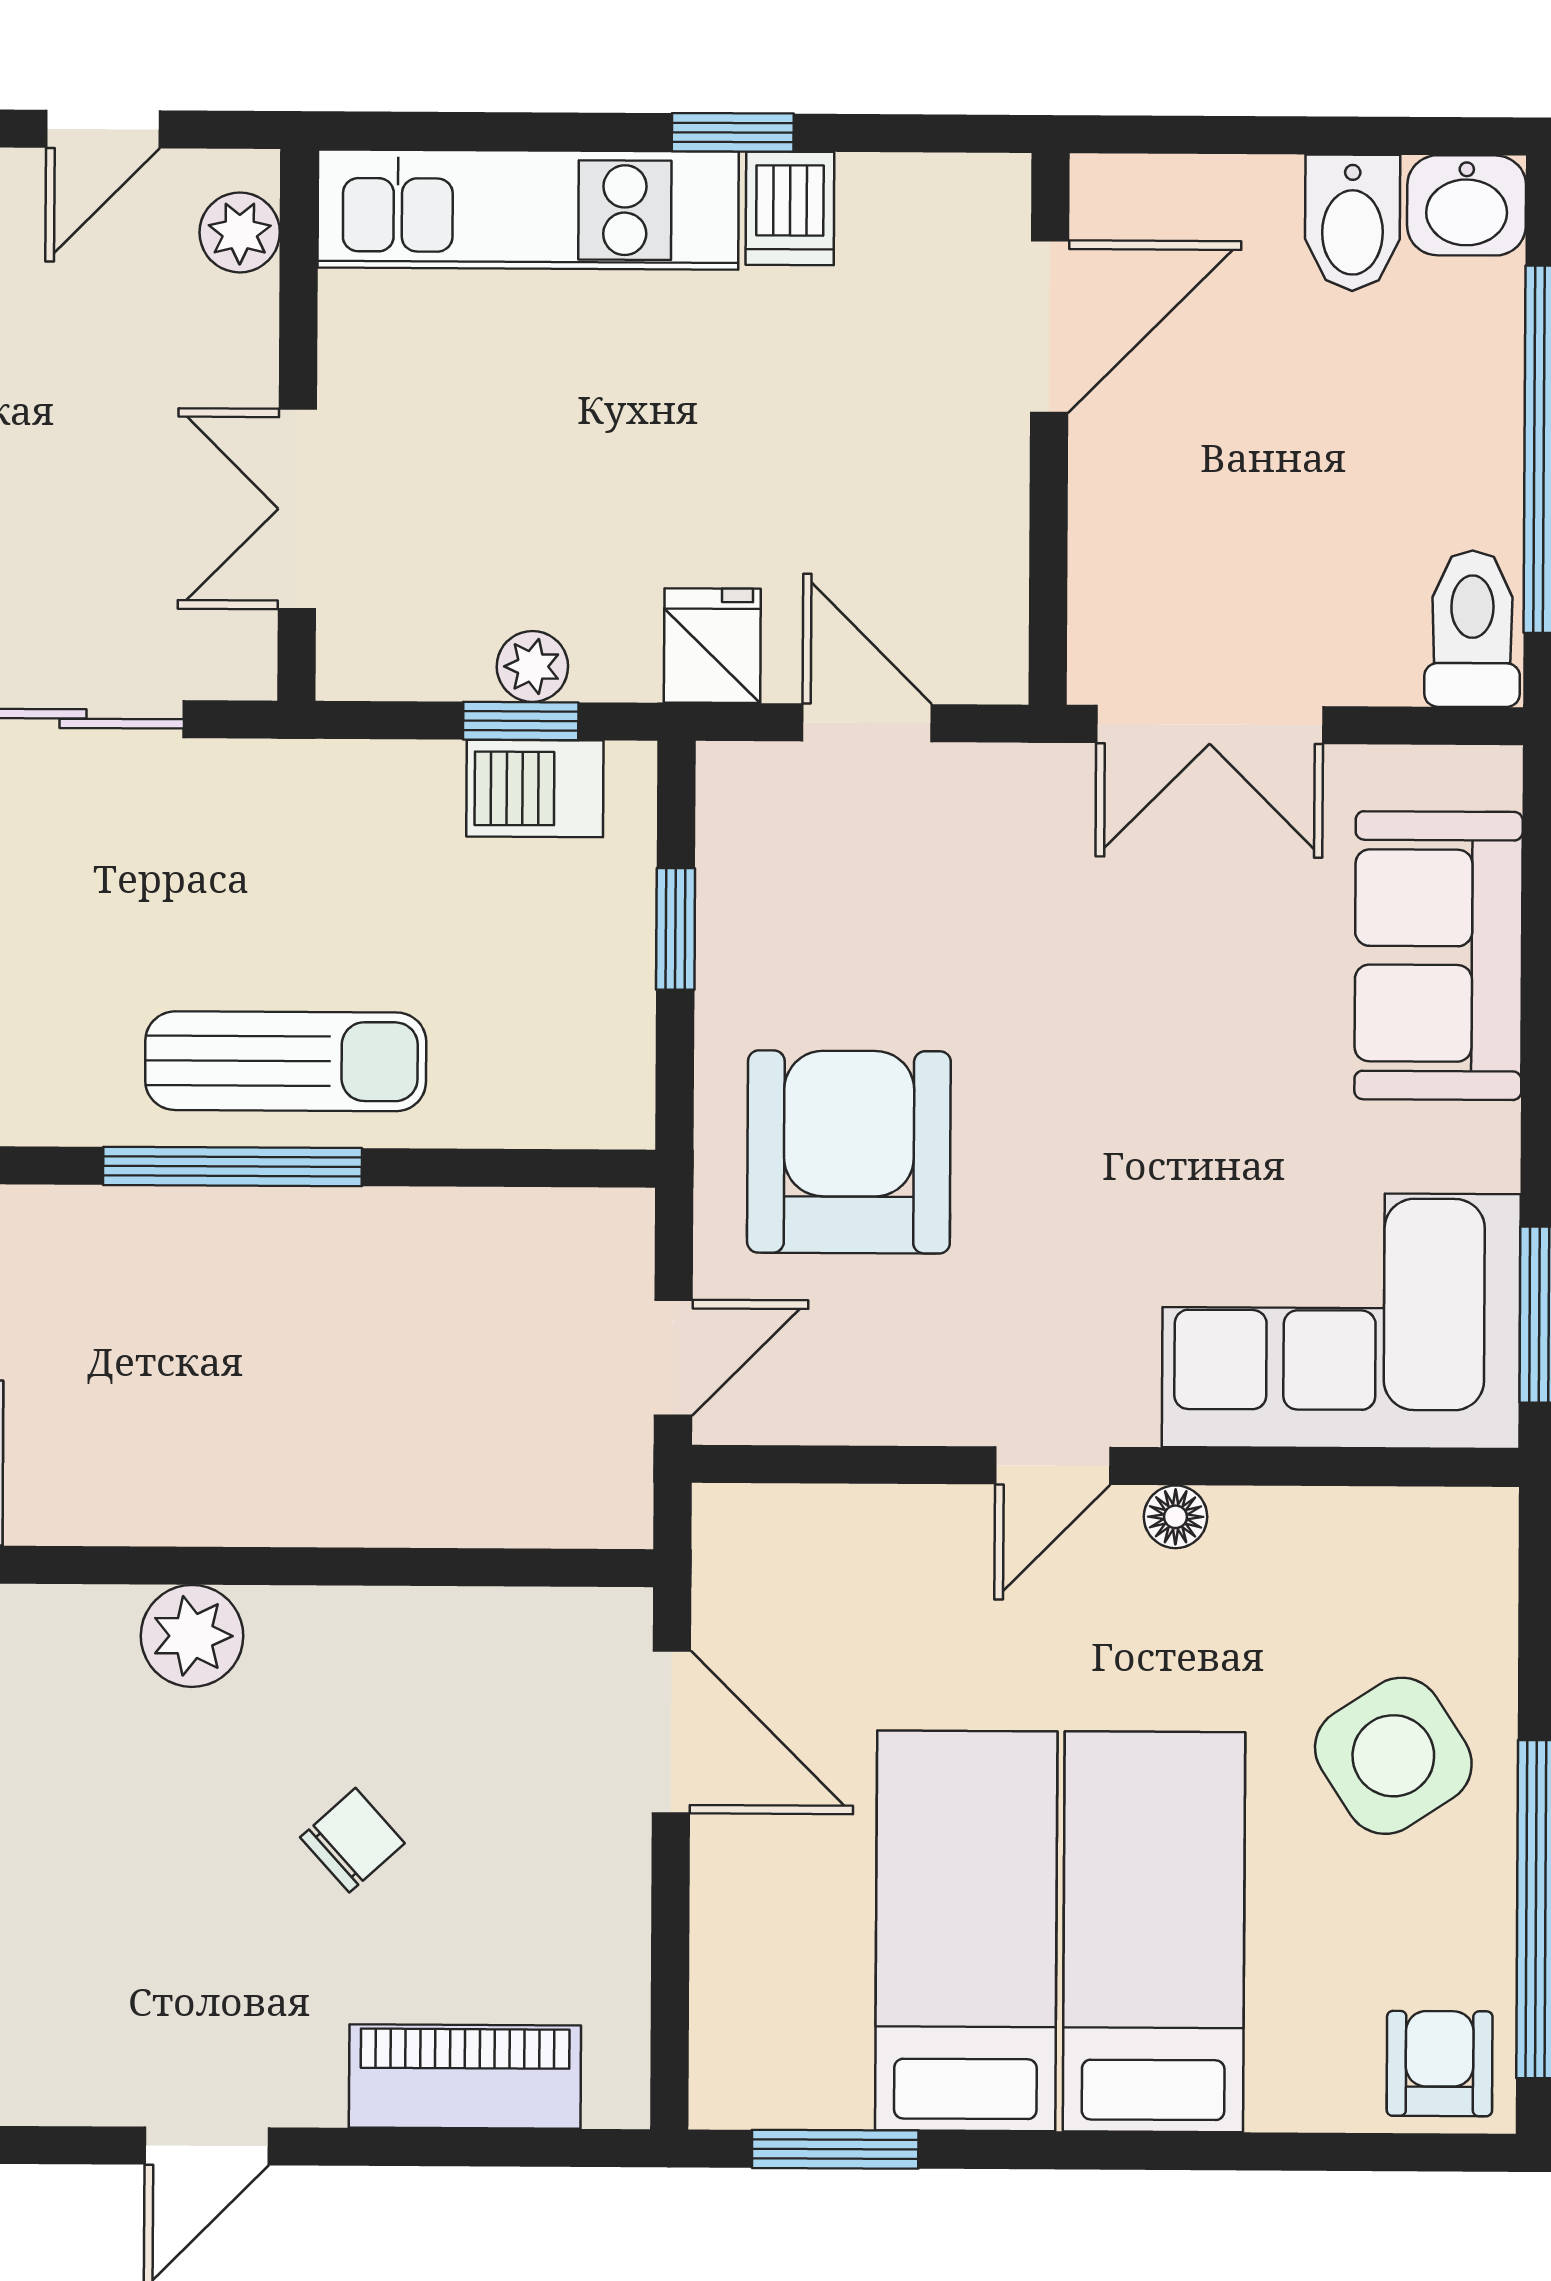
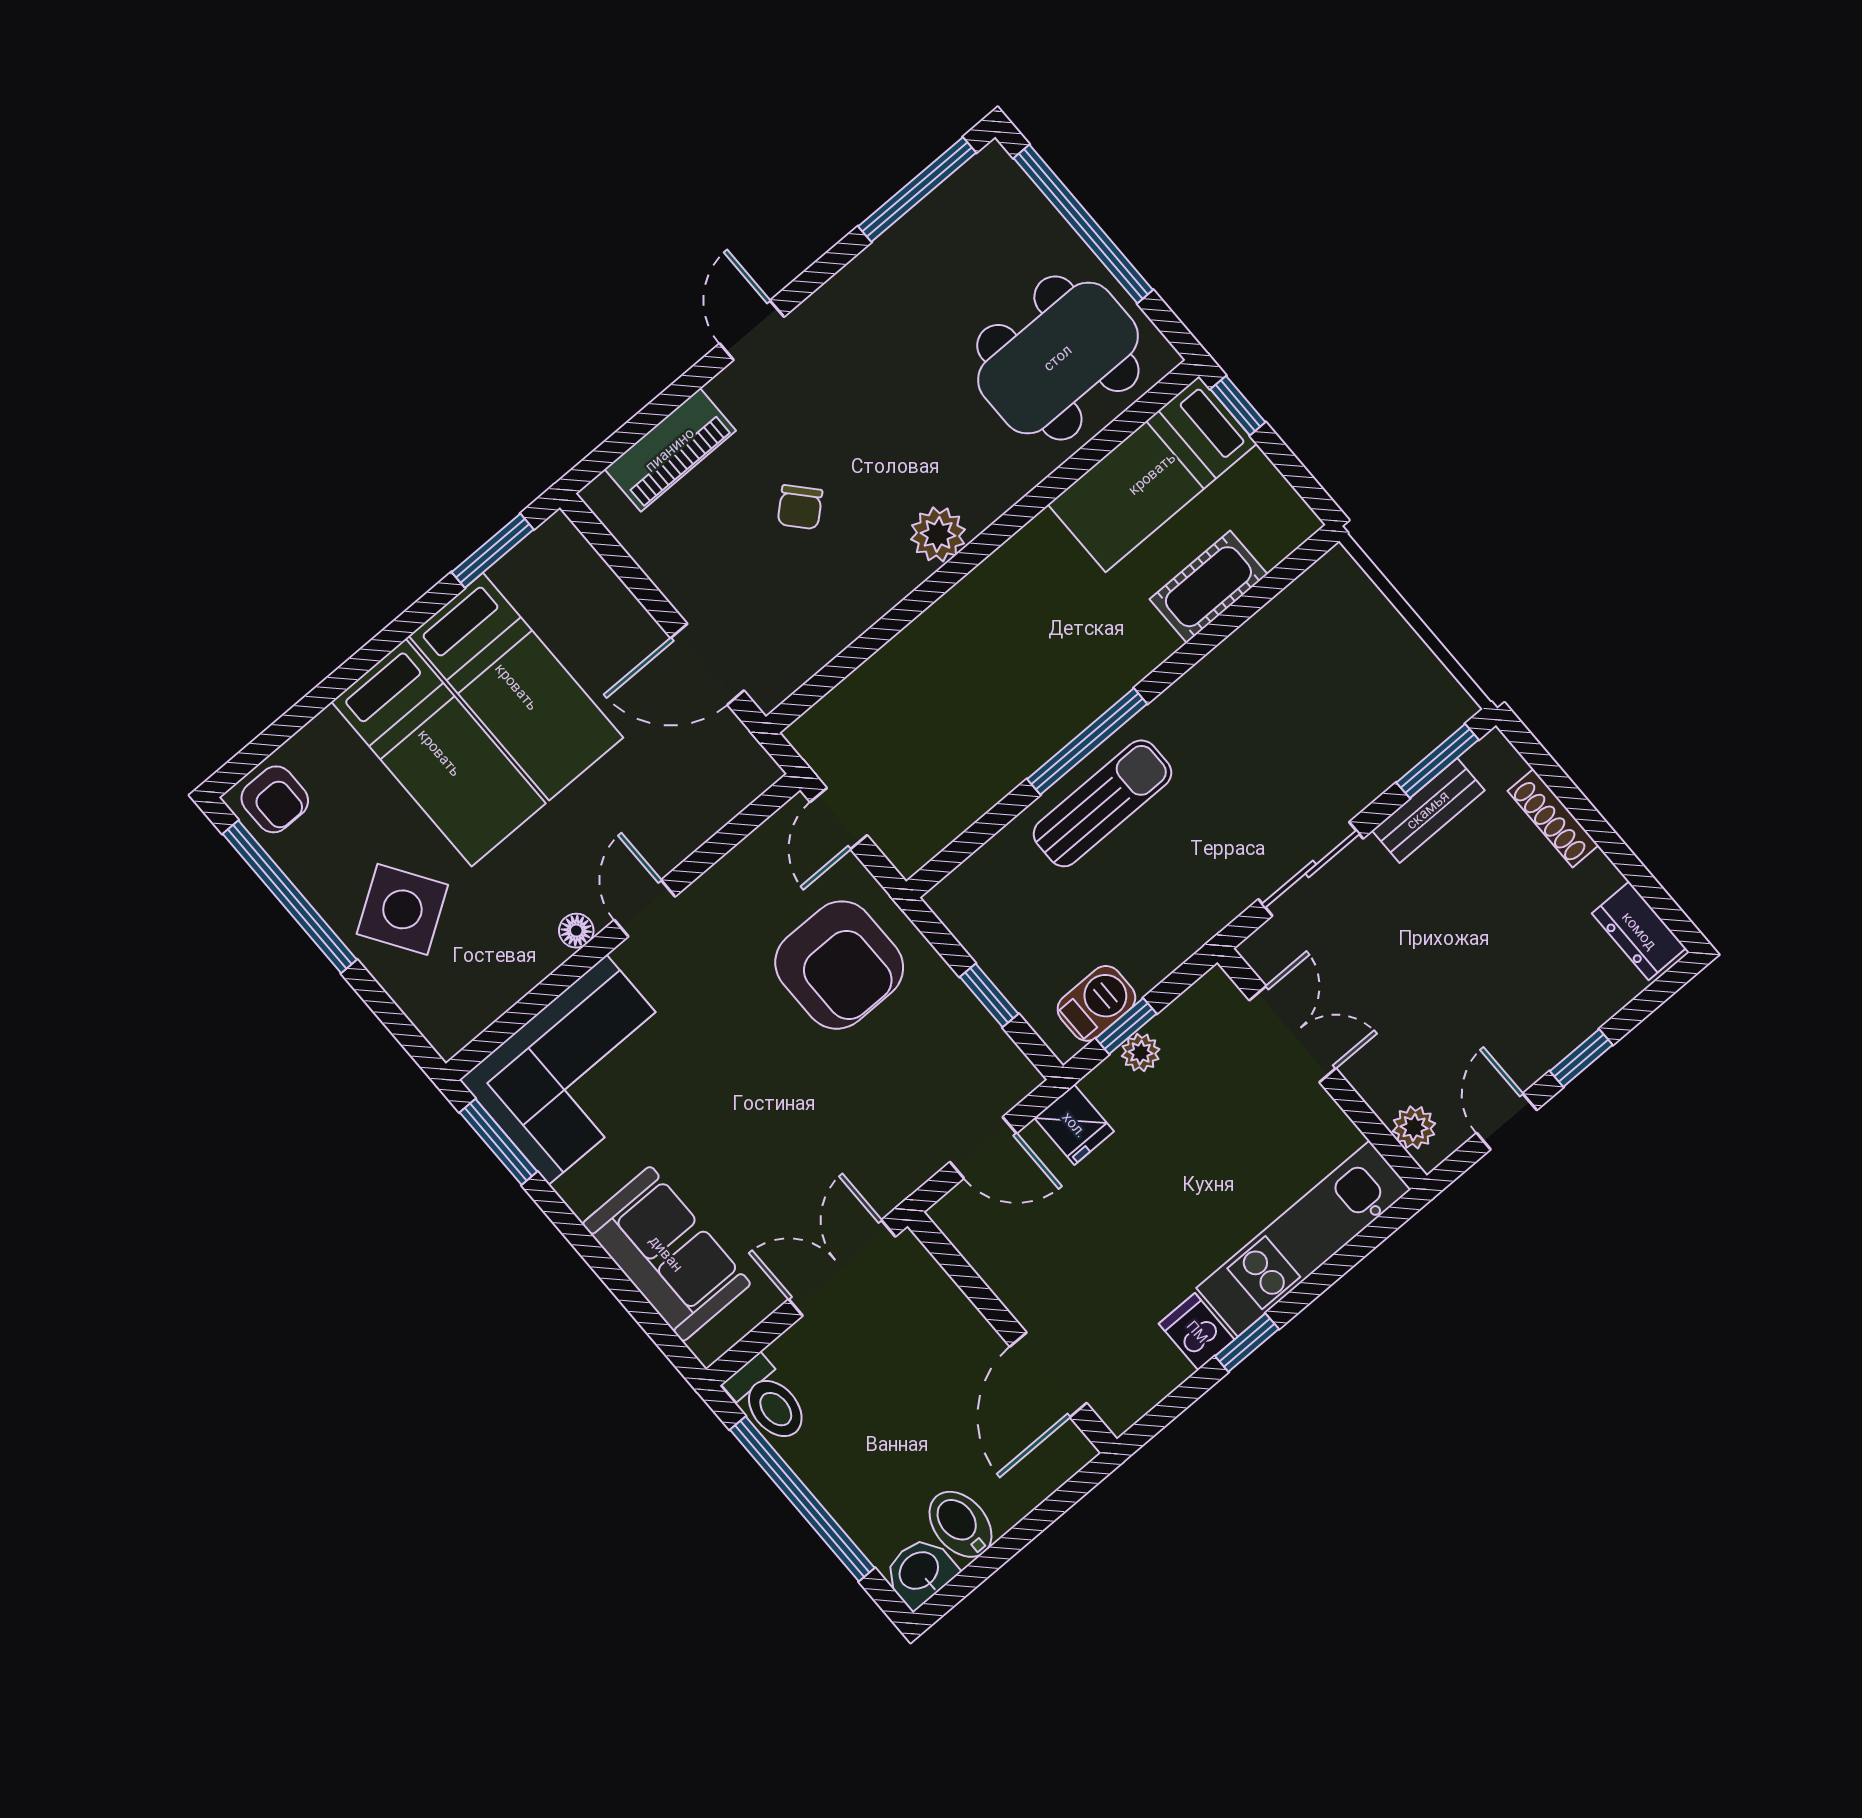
sun lounger: (286, 1061) -> (1102, 803), turned 180

